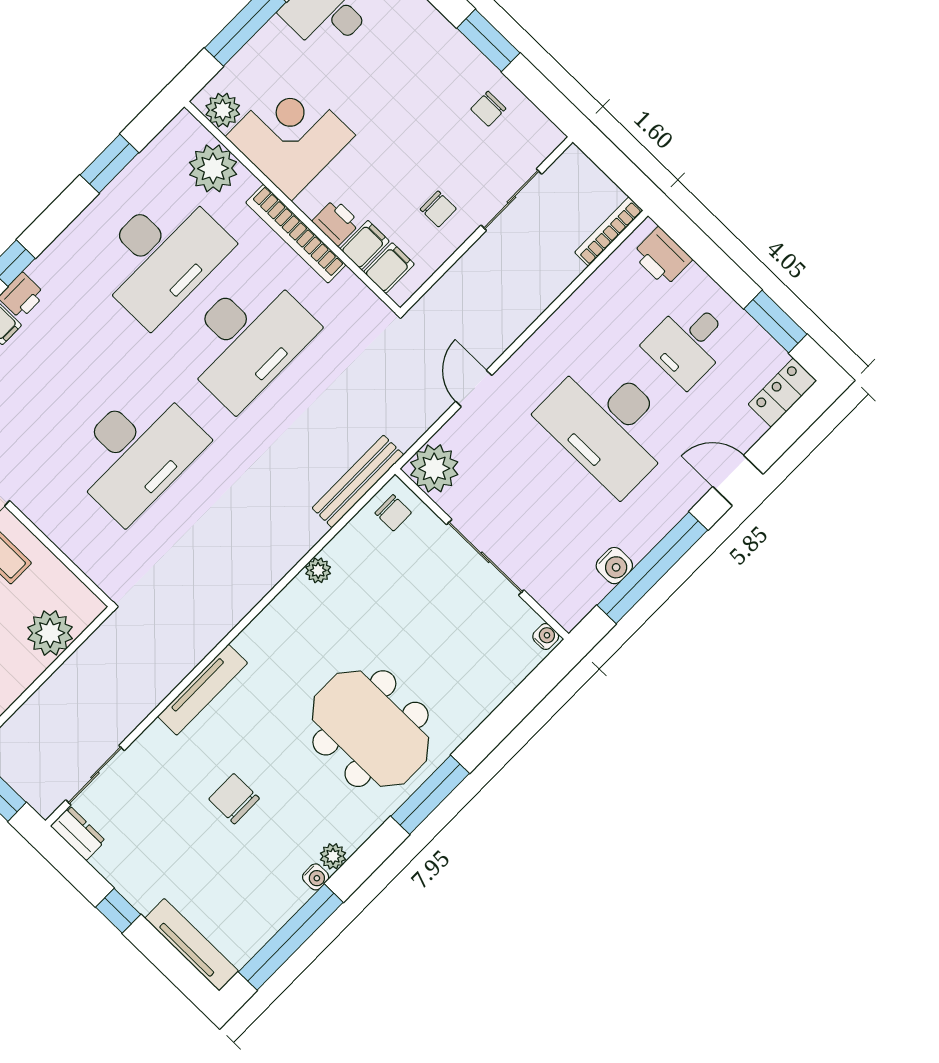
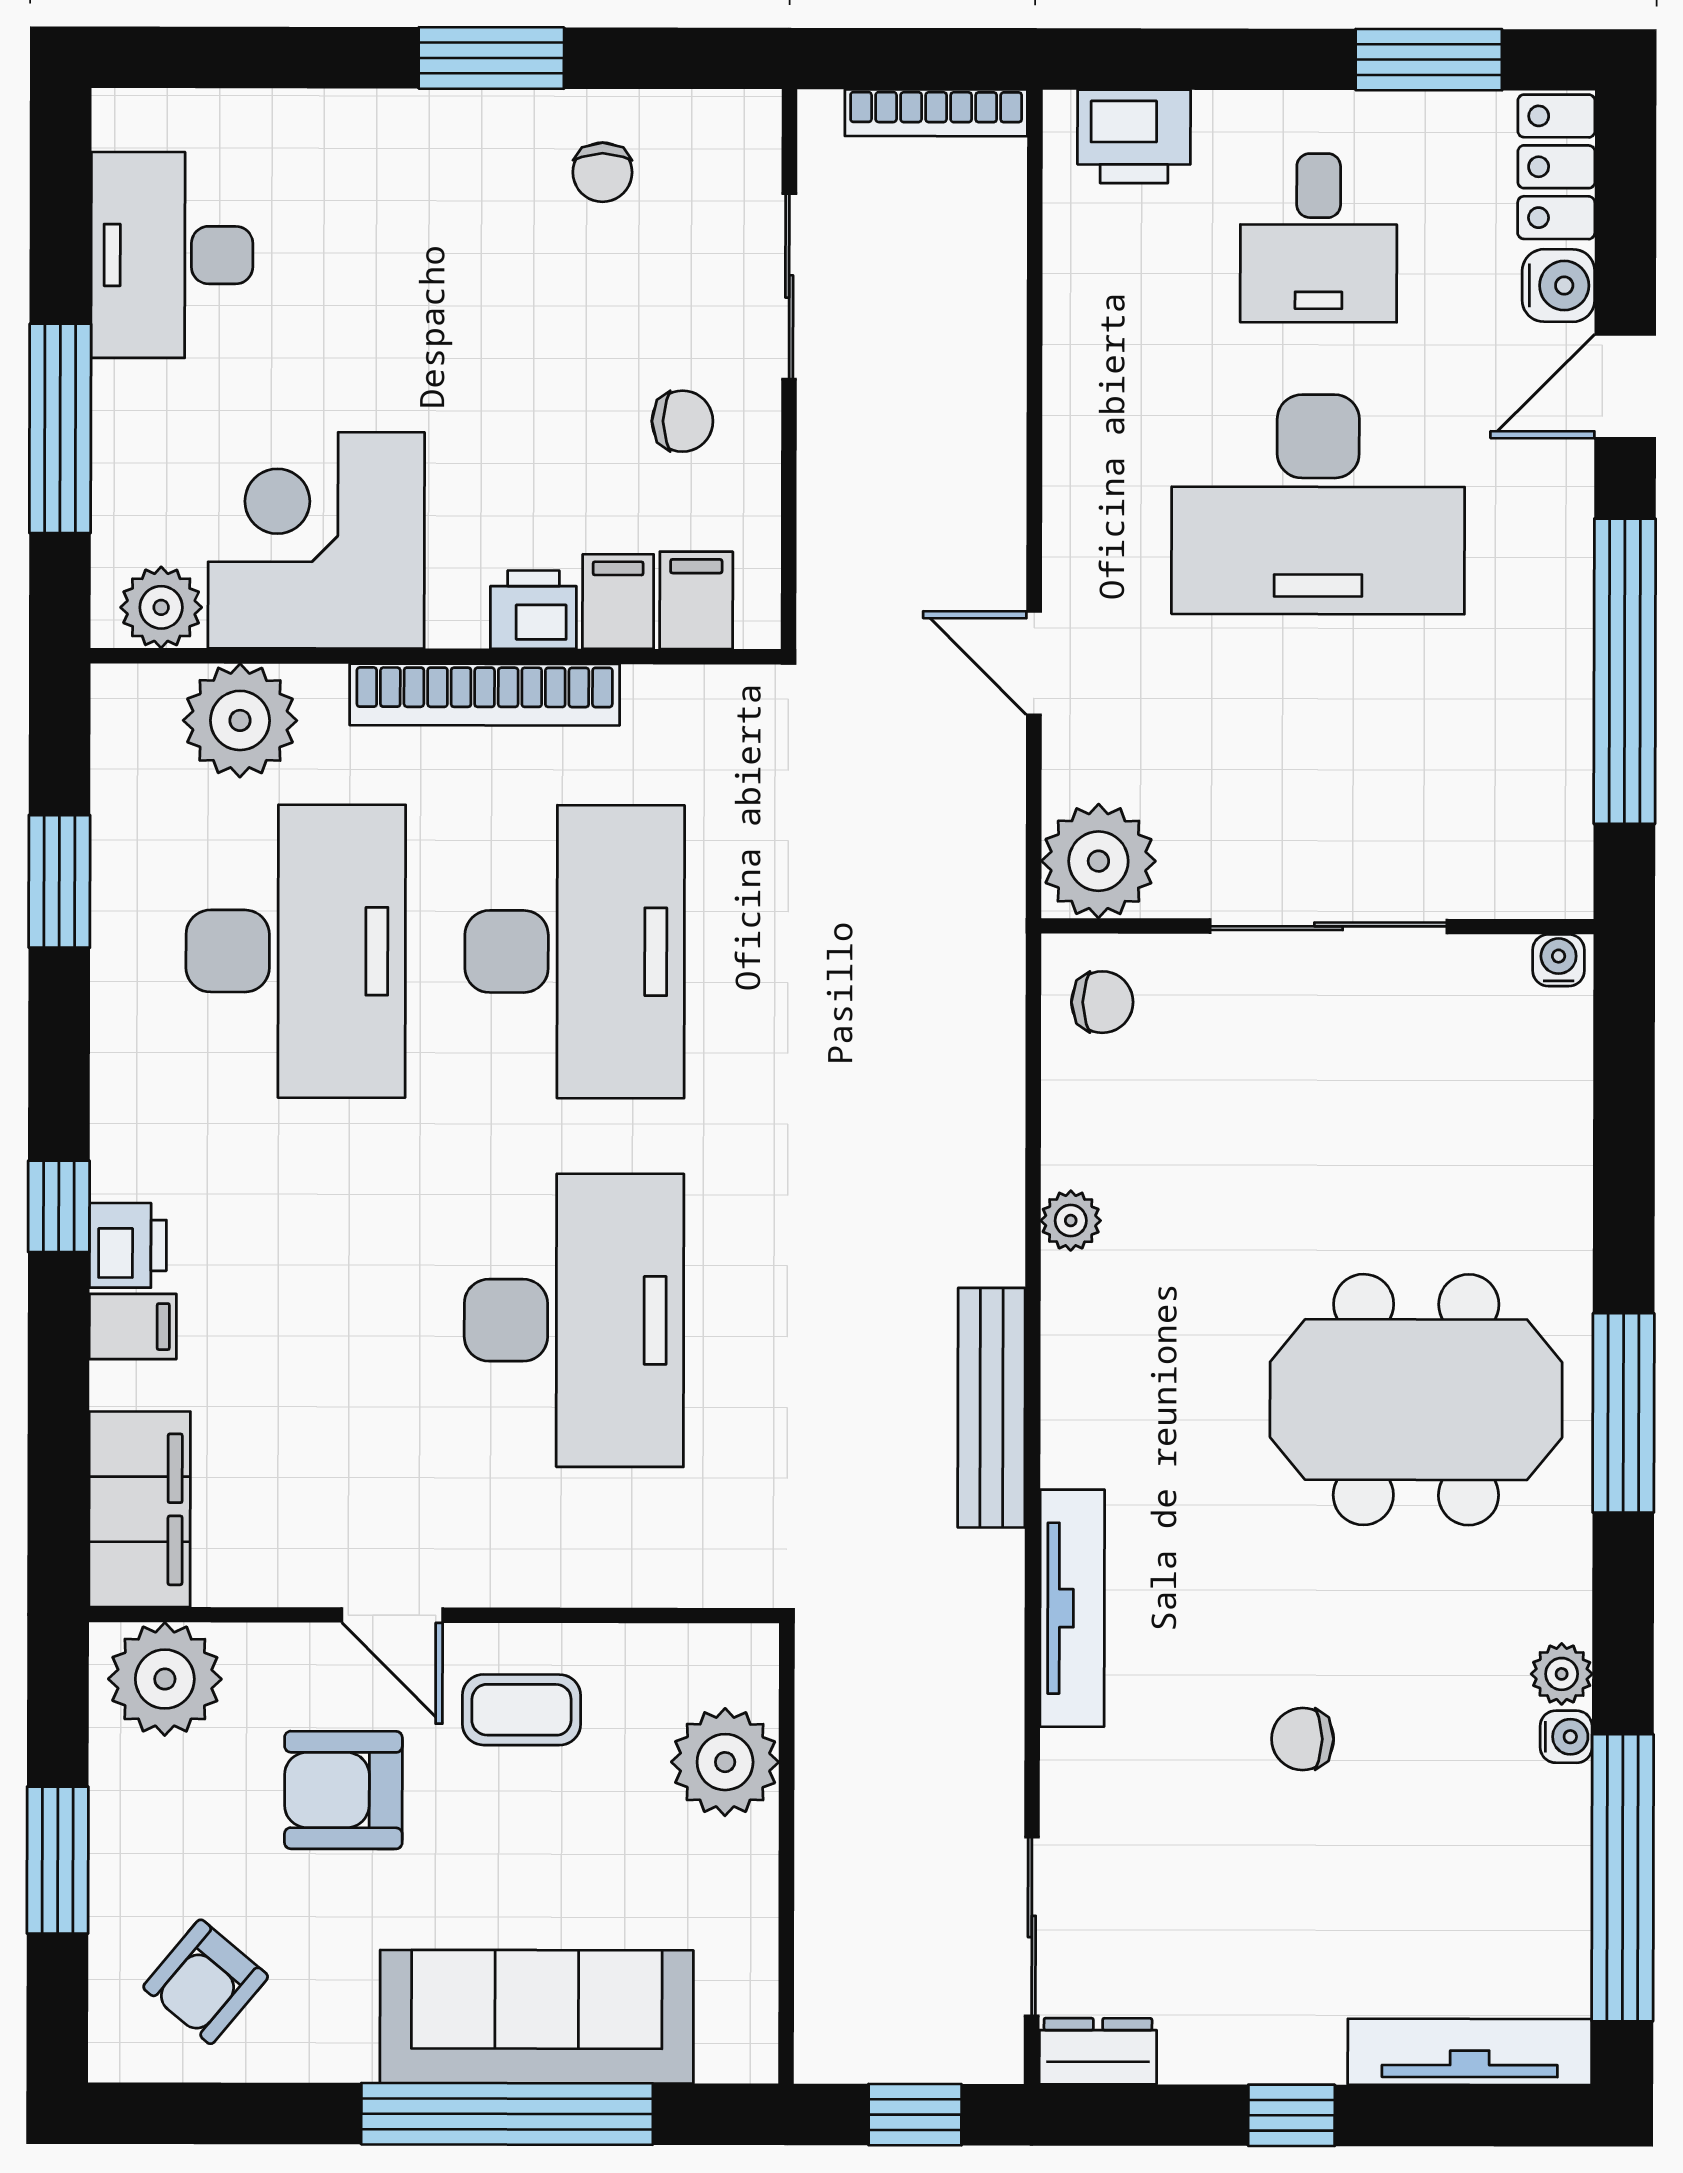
bookcase: (609, 231) -> (936, 113), moved, turned -90
bench: (358, 481) -> (991, 1408), moved
water cooler: (614, 566) -> (1558, 285), moved
chair: (234, 799) -> (1303, 1739), width x0.73, depth x0.73

